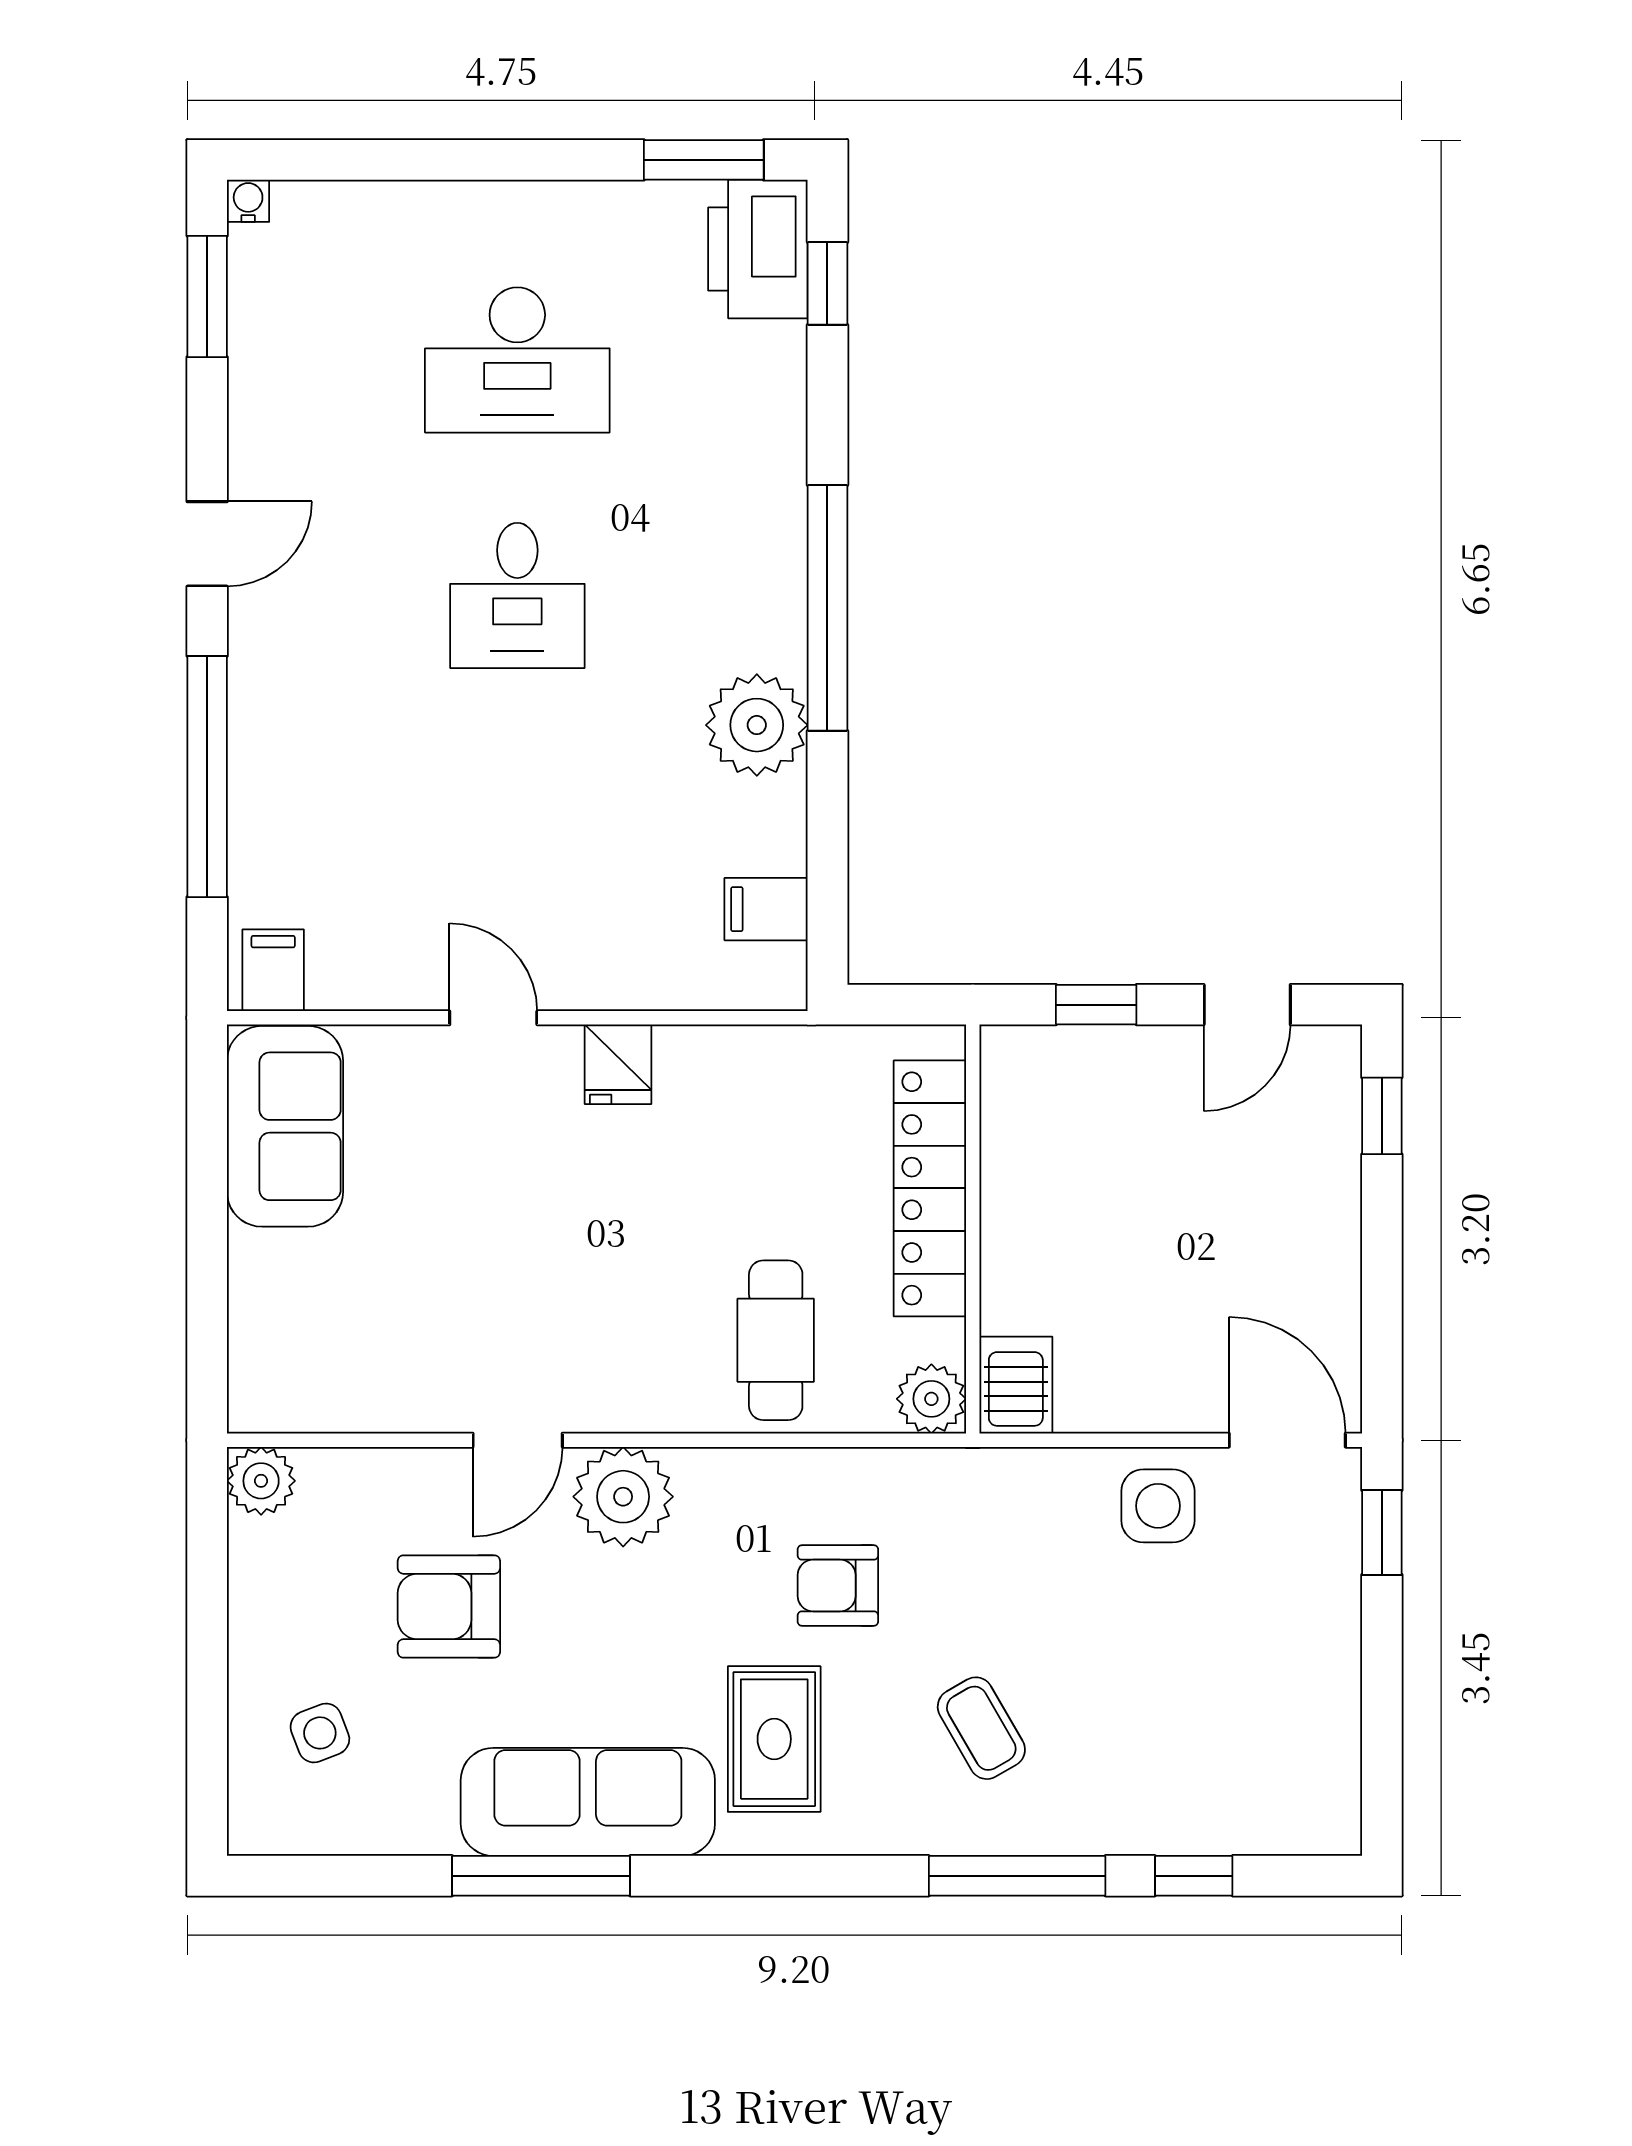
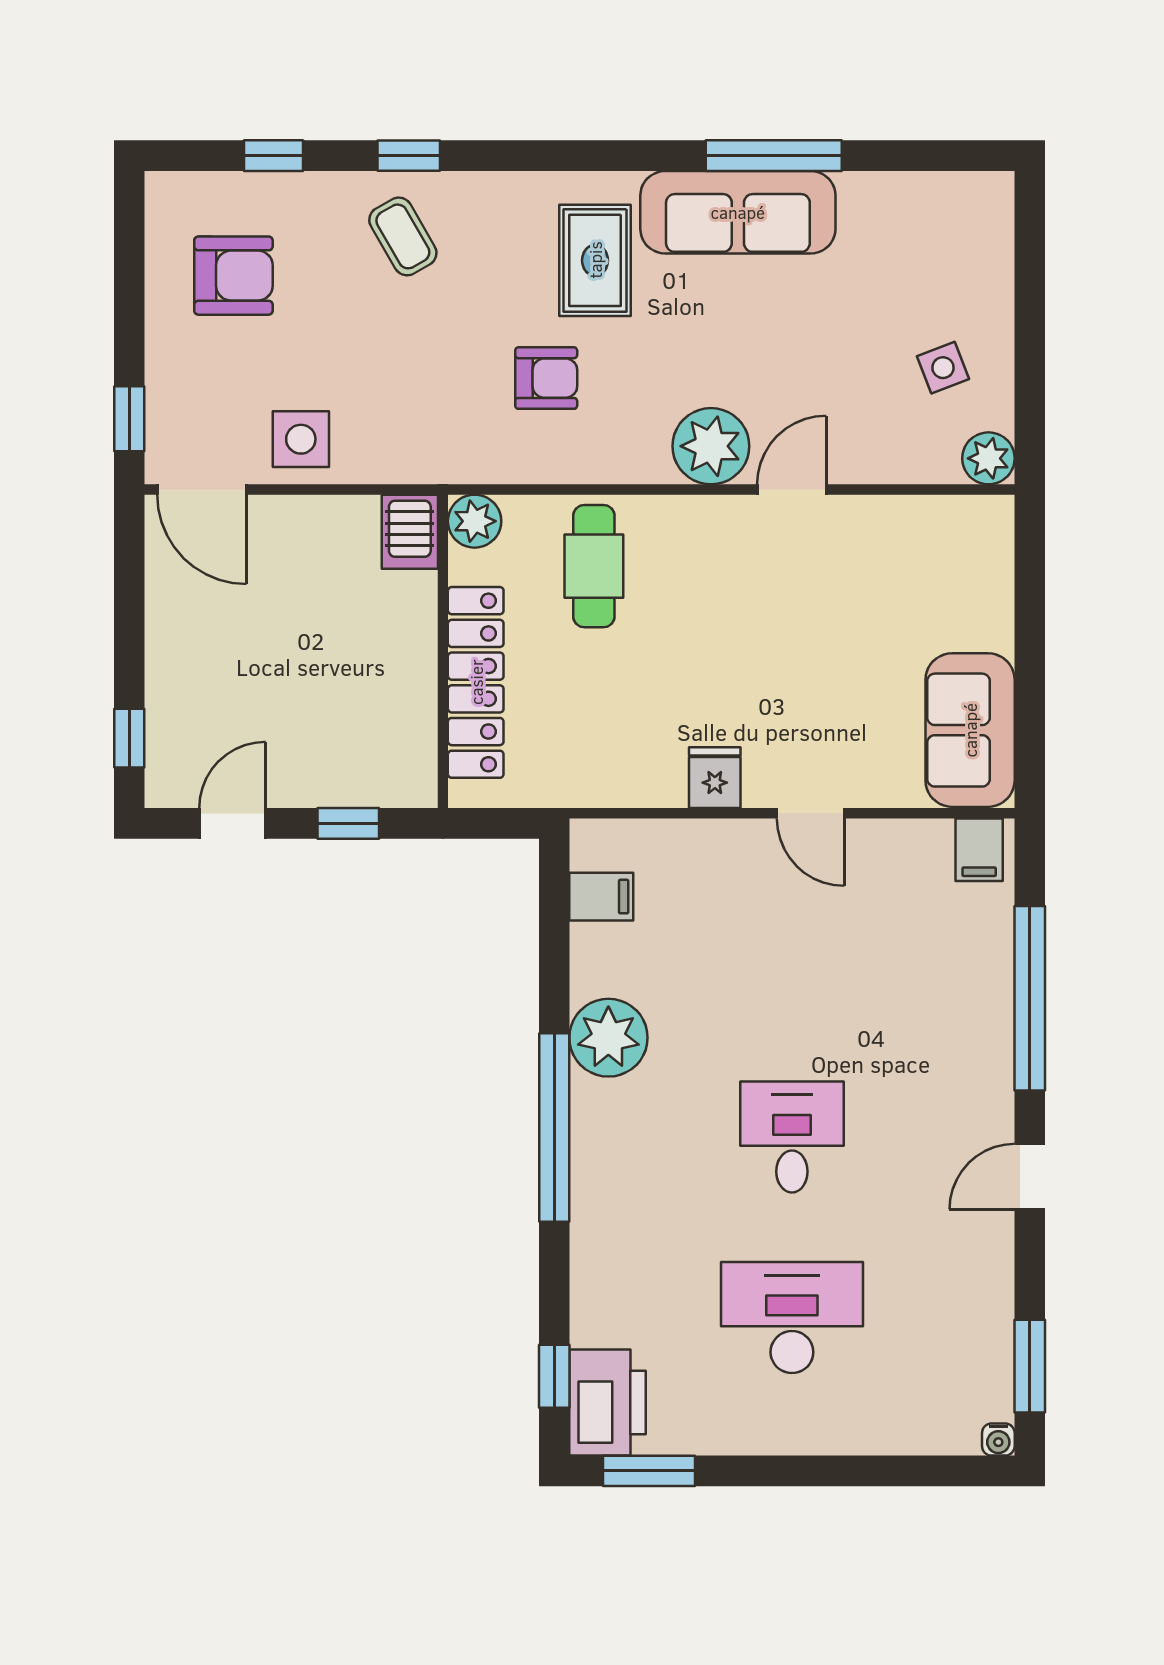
armchair: (449, 1606) -> (233, 276), moved
coffee table: (981, 1728) -> (403, 236), moved
side table: (320, 1733) -> (943, 368), moved
window: (1017, 1876) -> (409, 156), width x0.46

